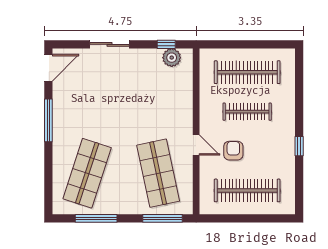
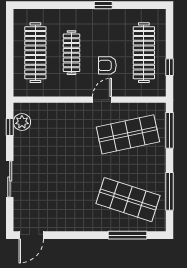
door: (48, 68) -> (31, 235), swing flipped
window: (48, 120) -> (128, 235), moved
window: (232, 218) -> (169, 67), added

